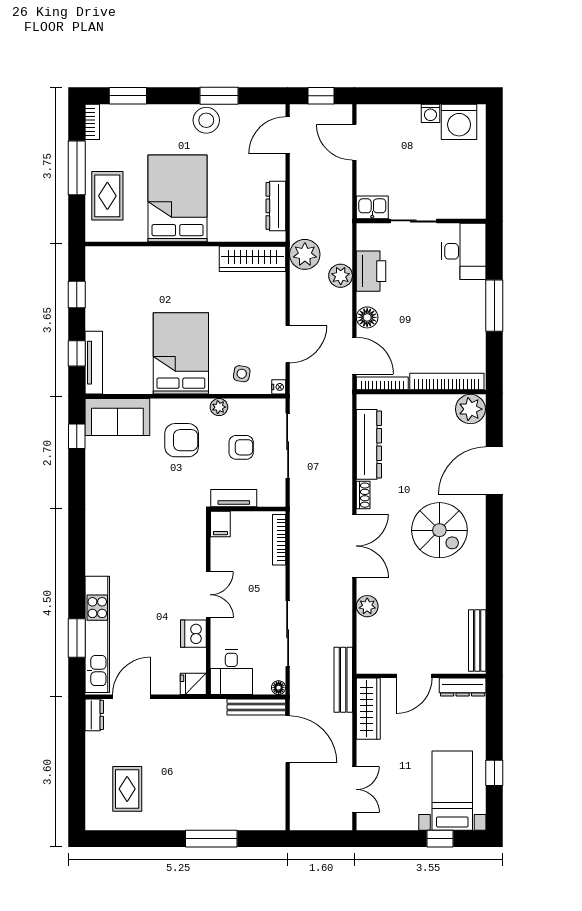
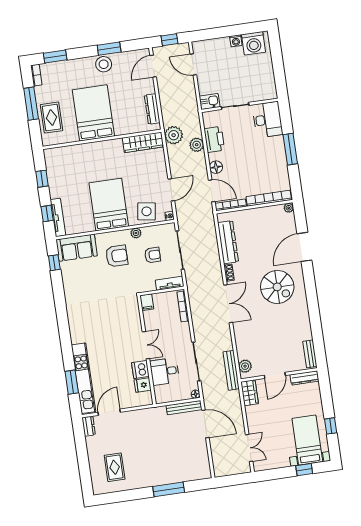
side table: (242, 374) -> (147, 211), width x1.87, depth x1.87
plant: (470, 409) -> (289, 208), width x0.53, depth x0.53
tv unit: (234, 498) -> (170, 283), moved
plant: (367, 606) -> (245, 366), moved
bench: (477, 641) -> (310, 354), width x0.73
desk: (231, 672) -> (165, 371), moved, turned 90
bench: (343, 680) -> (231, 370), moved
fridge: (193, 684) -> (143, 385), moved
wardrobe: (368, 709) -> (250, 393), width x0.67

